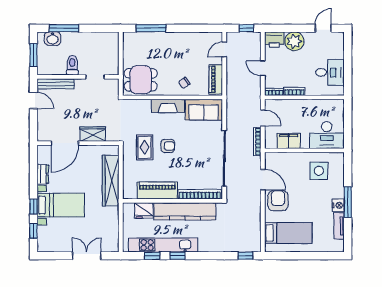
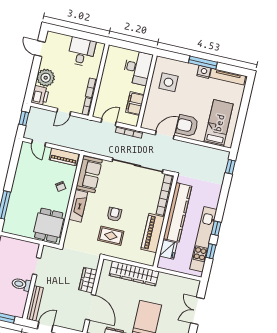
tv unit: (339, 226) -> (228, 77), width x1.41

